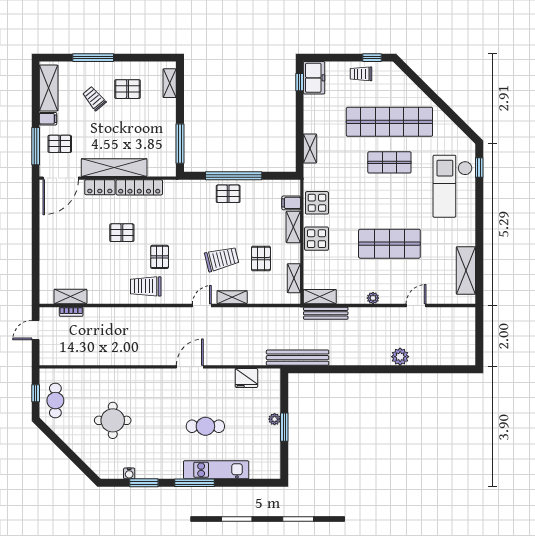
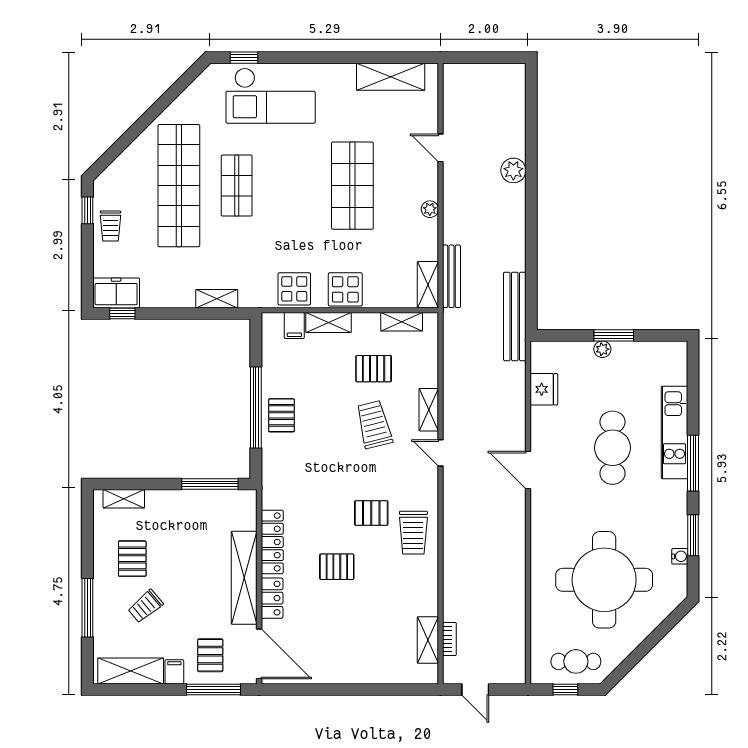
pallet: (122, 233) -> (337, 567), turned 90
round table: (113, 420) -> (604, 580), width x1.86, depth x1.86
cafe table: (205, 426) -> (612, 448), width x1.37, depth x1.35

